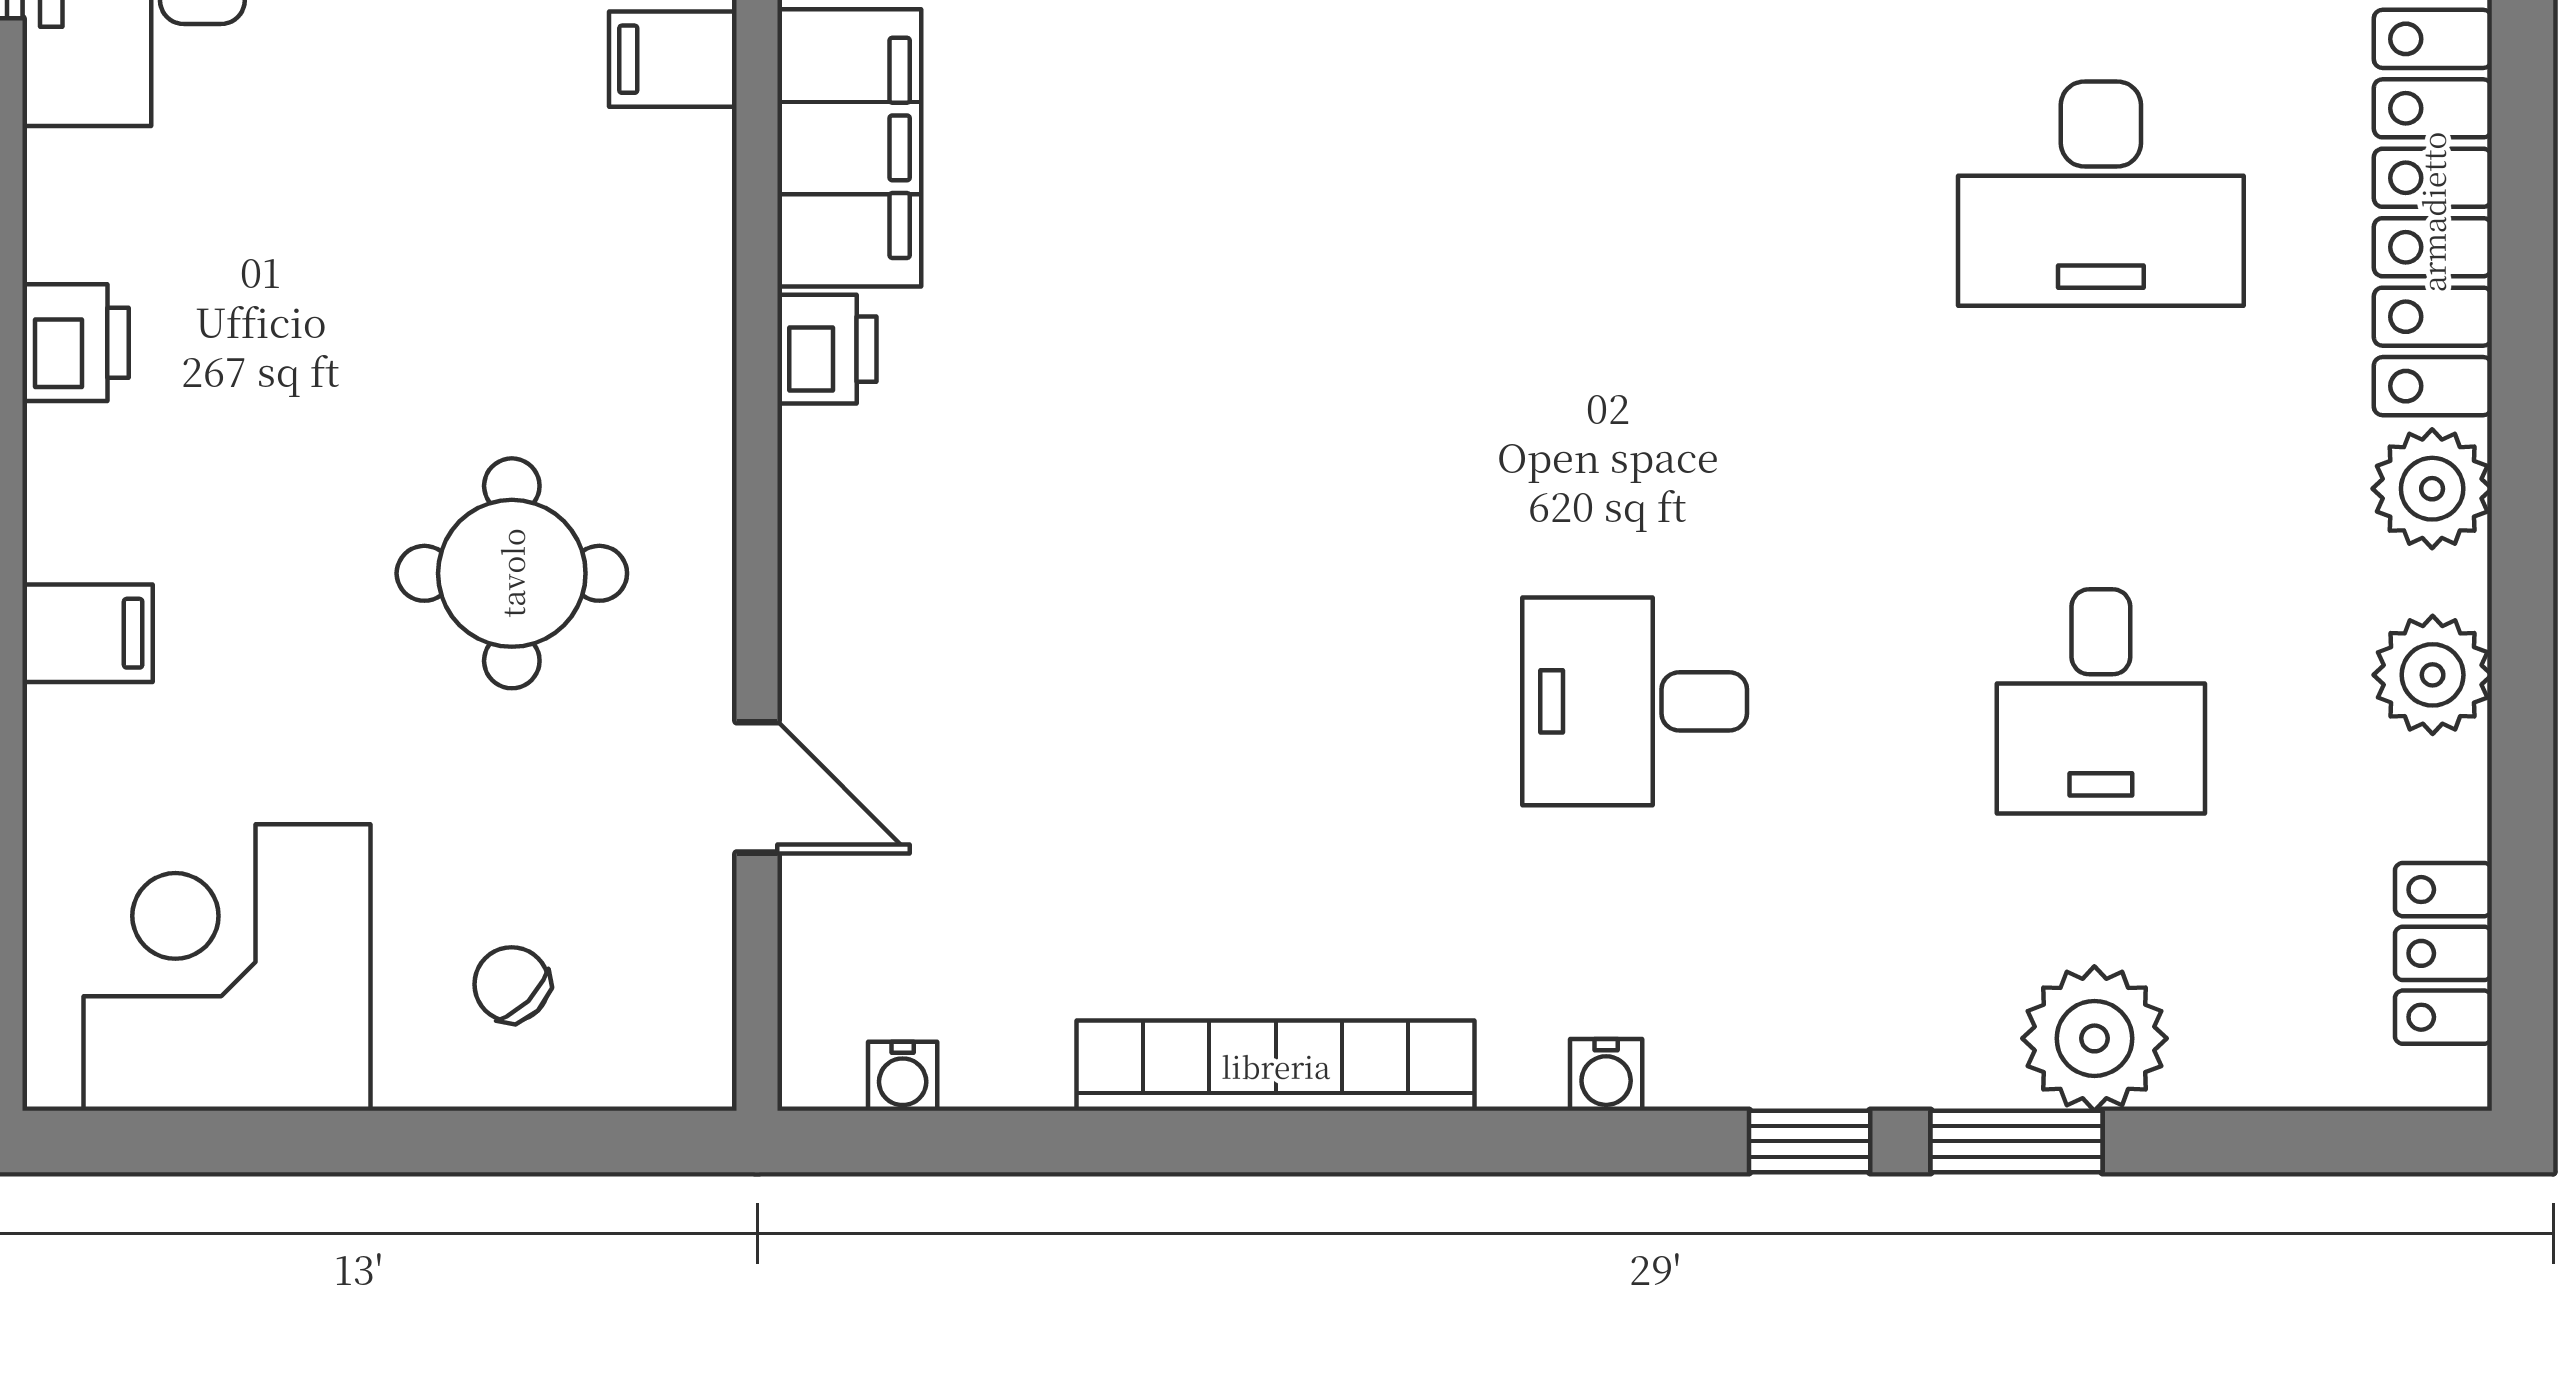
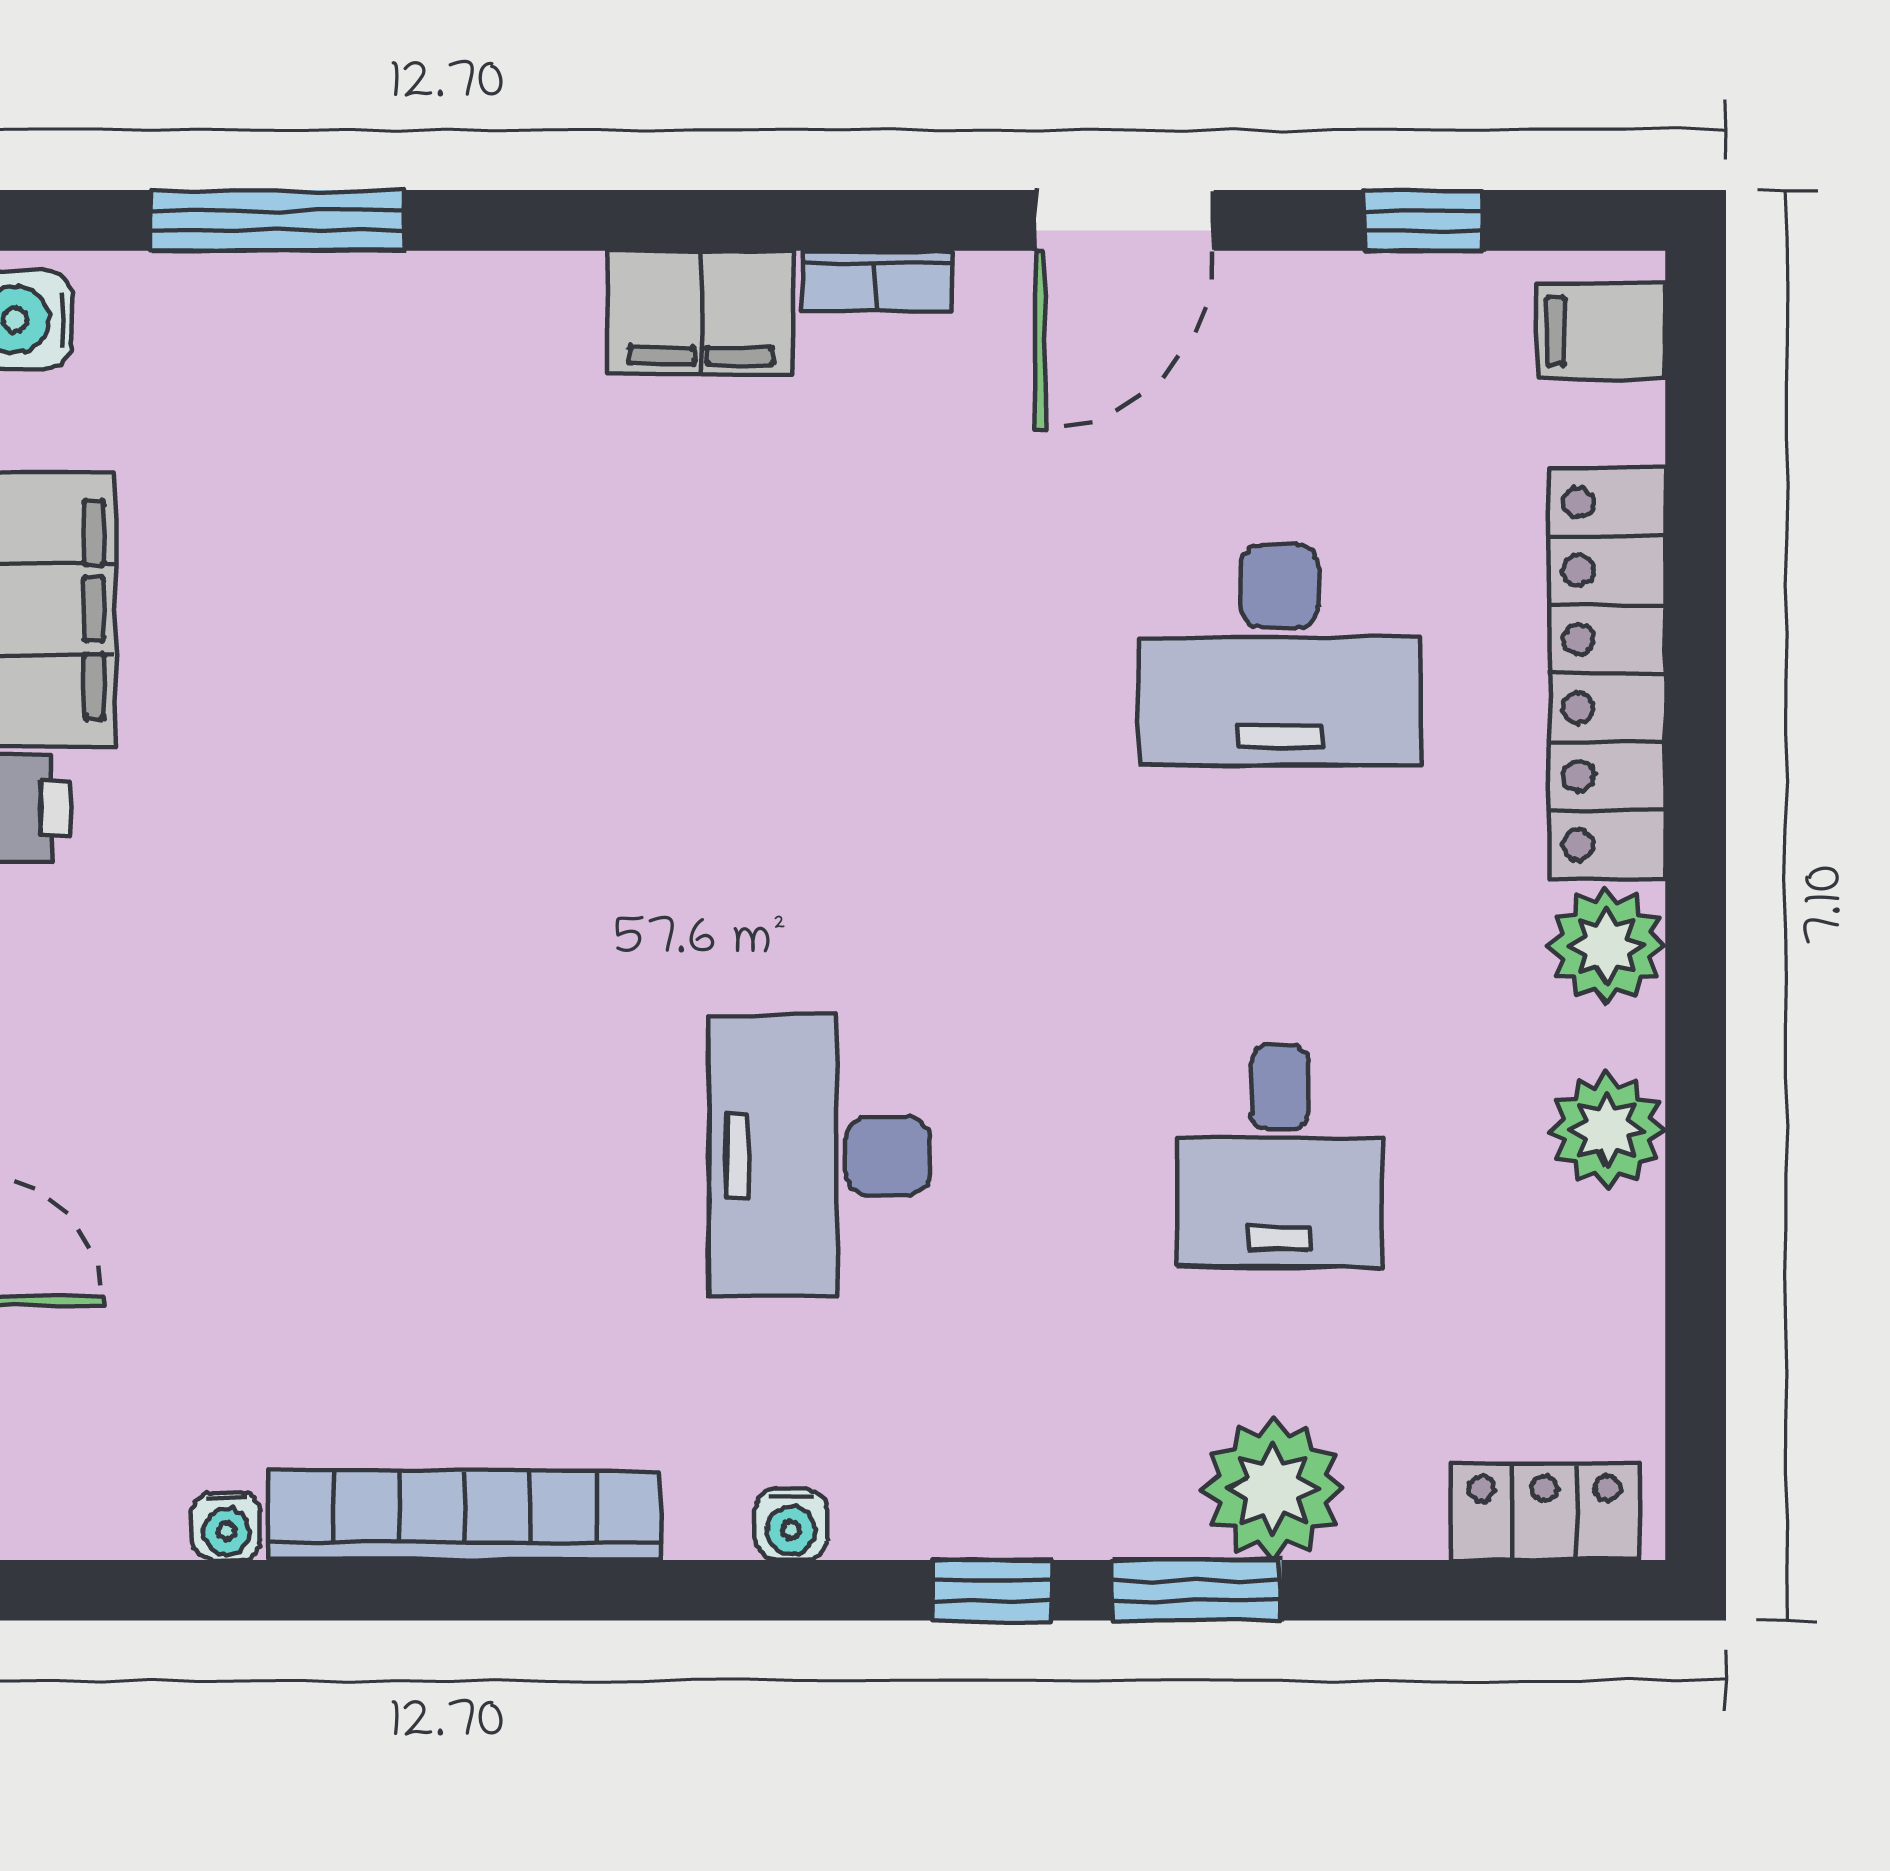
desk: (1635, 701) -> (819, 1156), width x1.37
locker: (2443, 953) -> (1544, 1512), moved, turned 90
water cooler: (903, 1076) -> (226, 1526), moved

